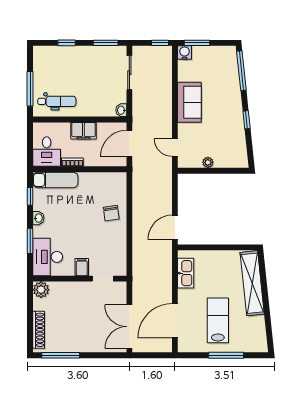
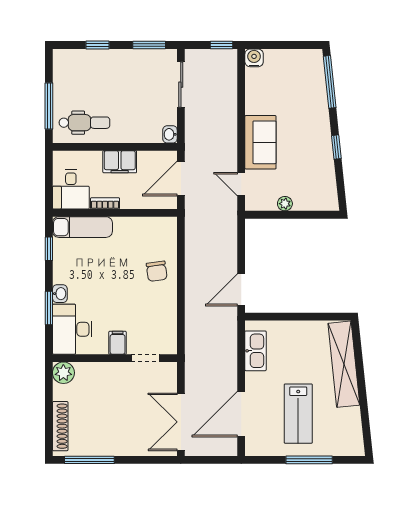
window: (197, 43) -> (271, 45), removed
sofa: (189, 102) -> (260, 142), moved
washbasin: (38, 218) -> (60, 294), moved
lab bench: (218, 320) -> (298, 414), turned 180

